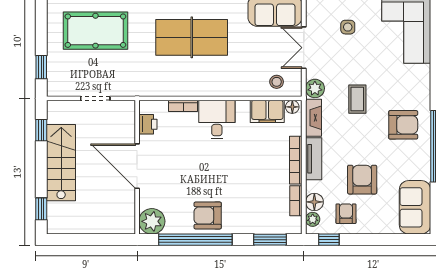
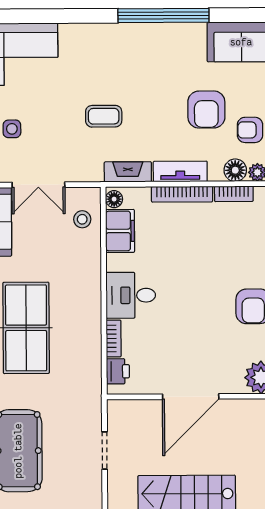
plant: (315, 88) -> (90, 170), removed
printer: (148, 124) -> (118, 371), moved, turned 90
armchair: (403, 125) -> (136, 58), removed
armchair: (362, 180) -> (206, 110), turned -90

